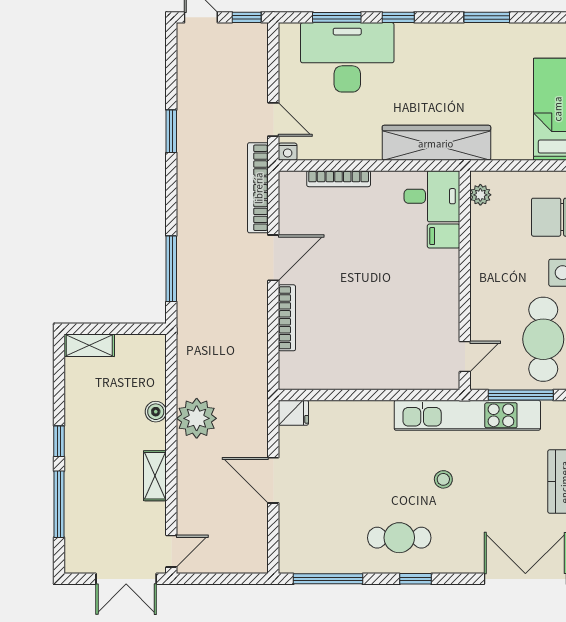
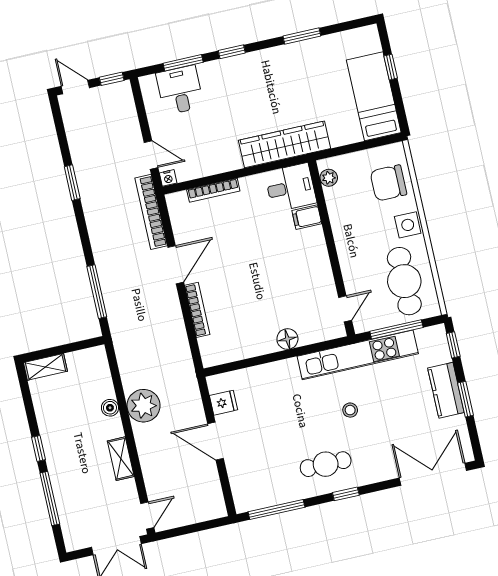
desk: (347, 57) -> (180, 90), width x0.53, depth x0.77
floor lamp: (387, 377) -> (287, 339), added
fridge: (293, 413) -> (224, 403), moved

